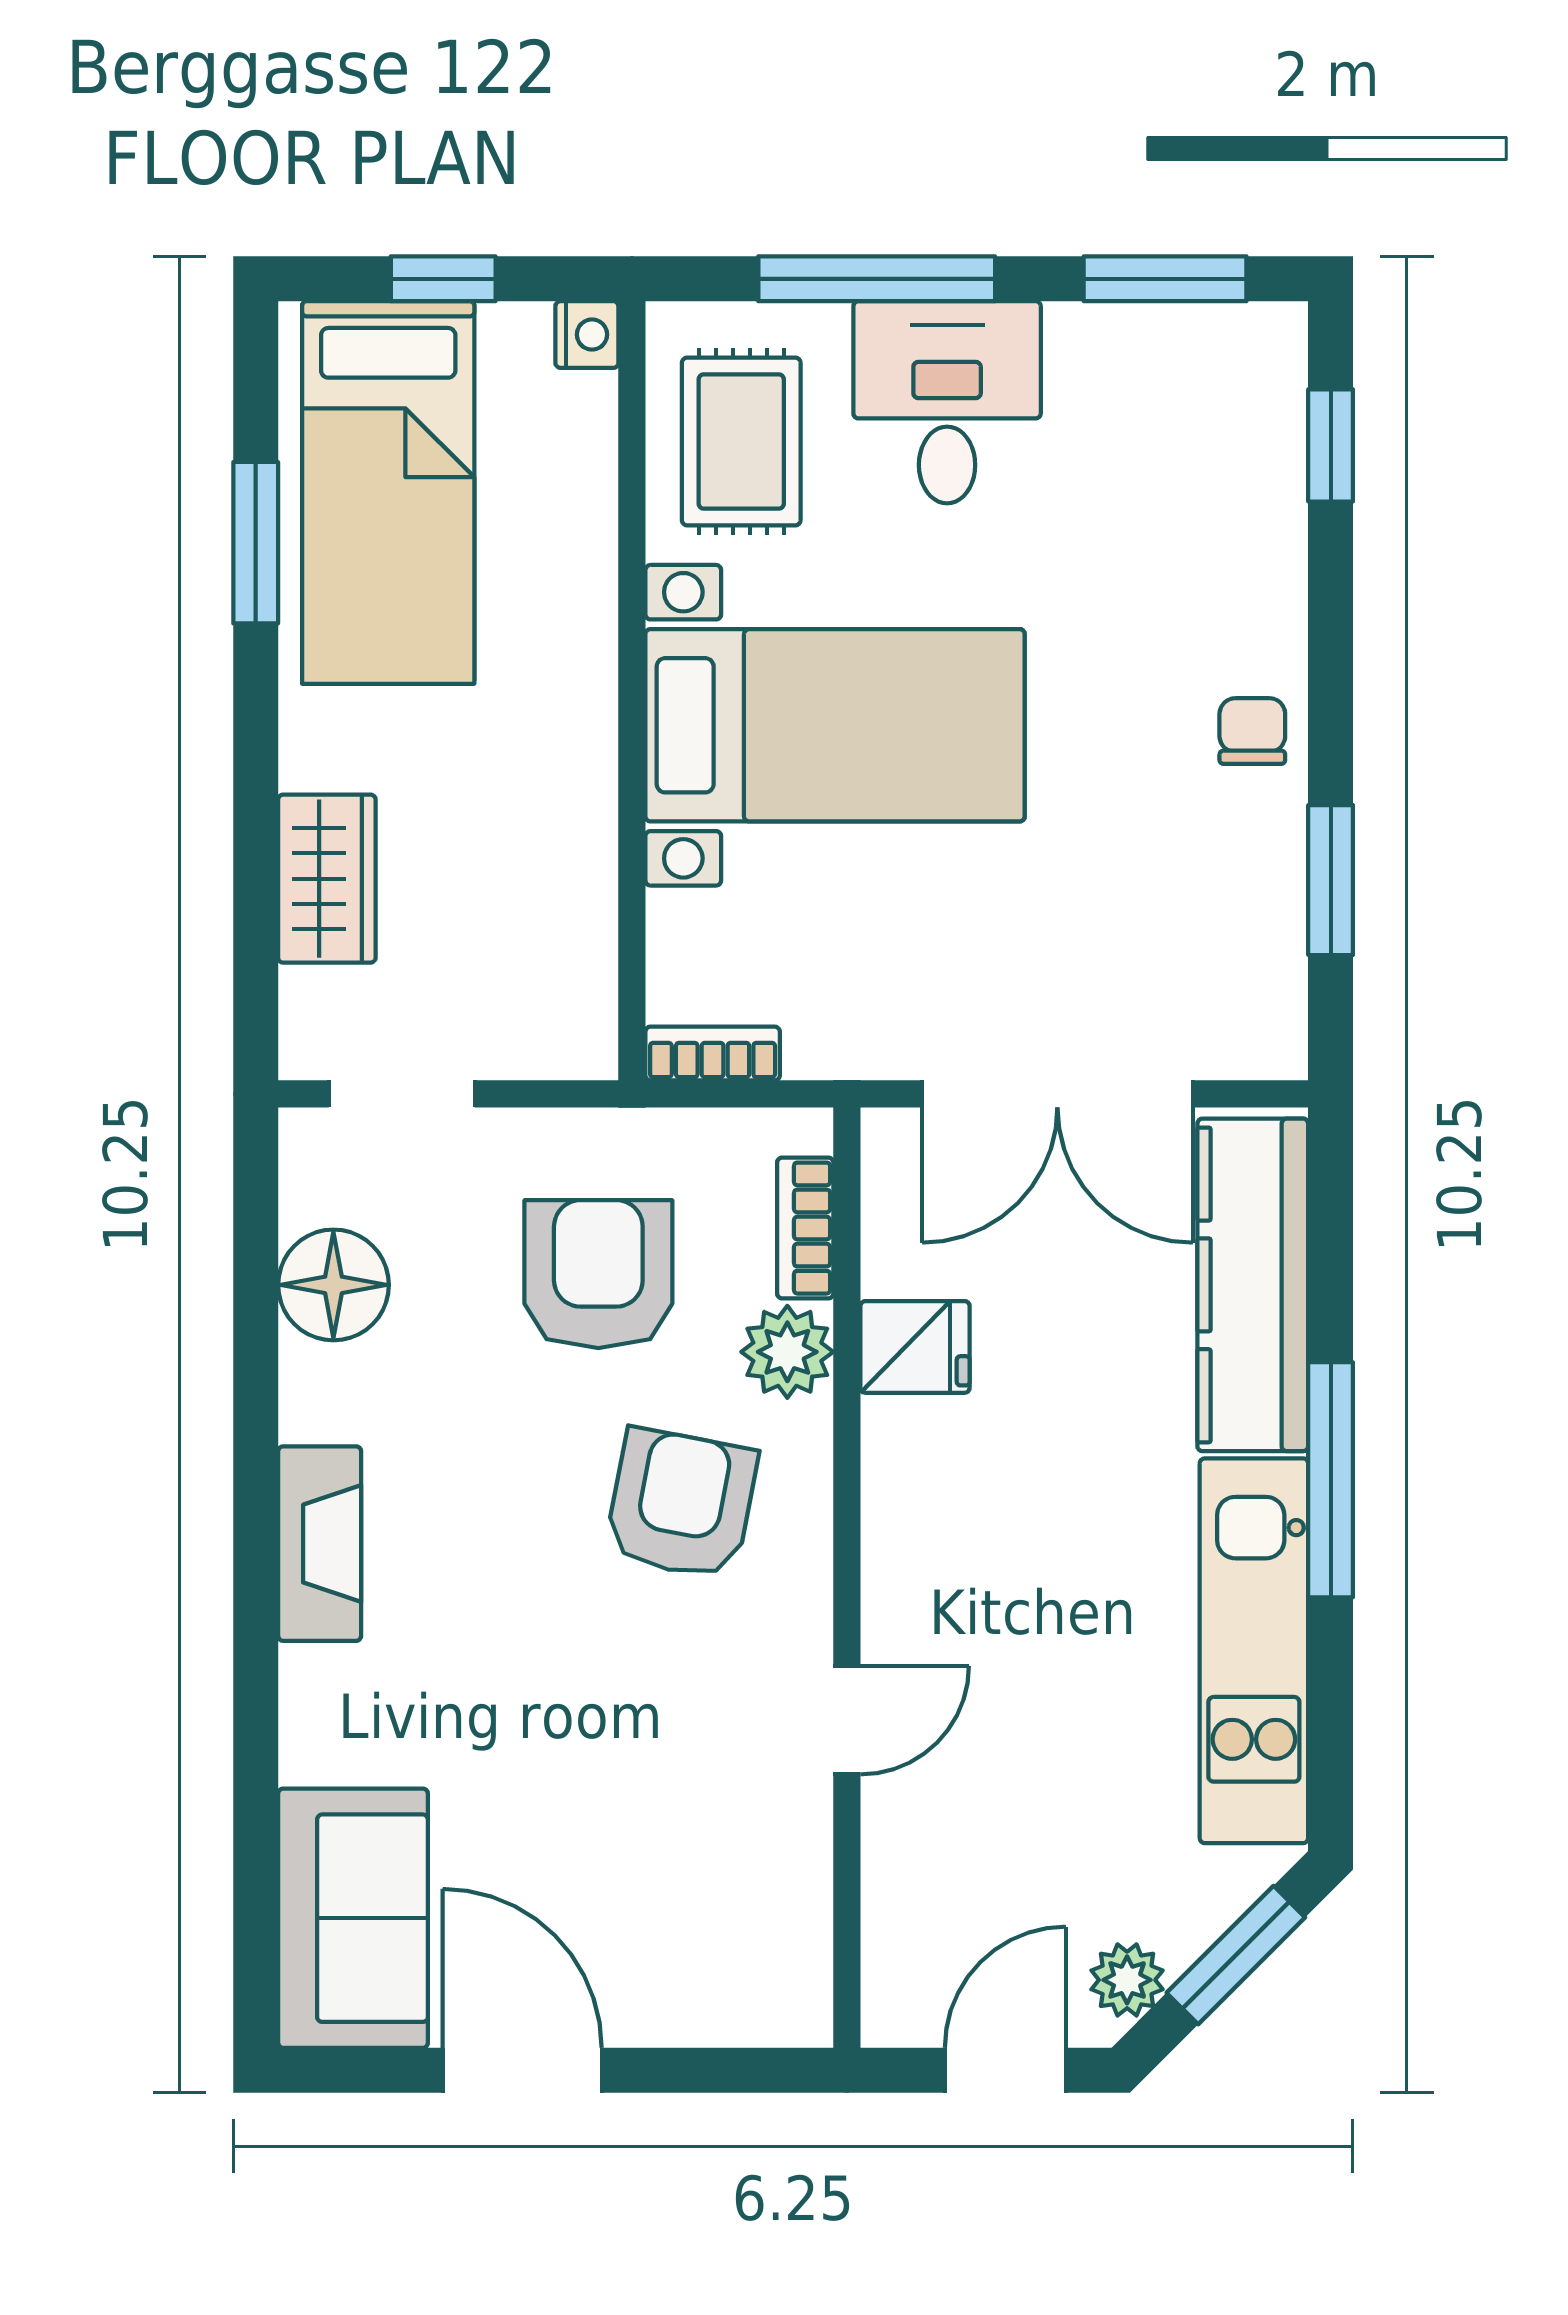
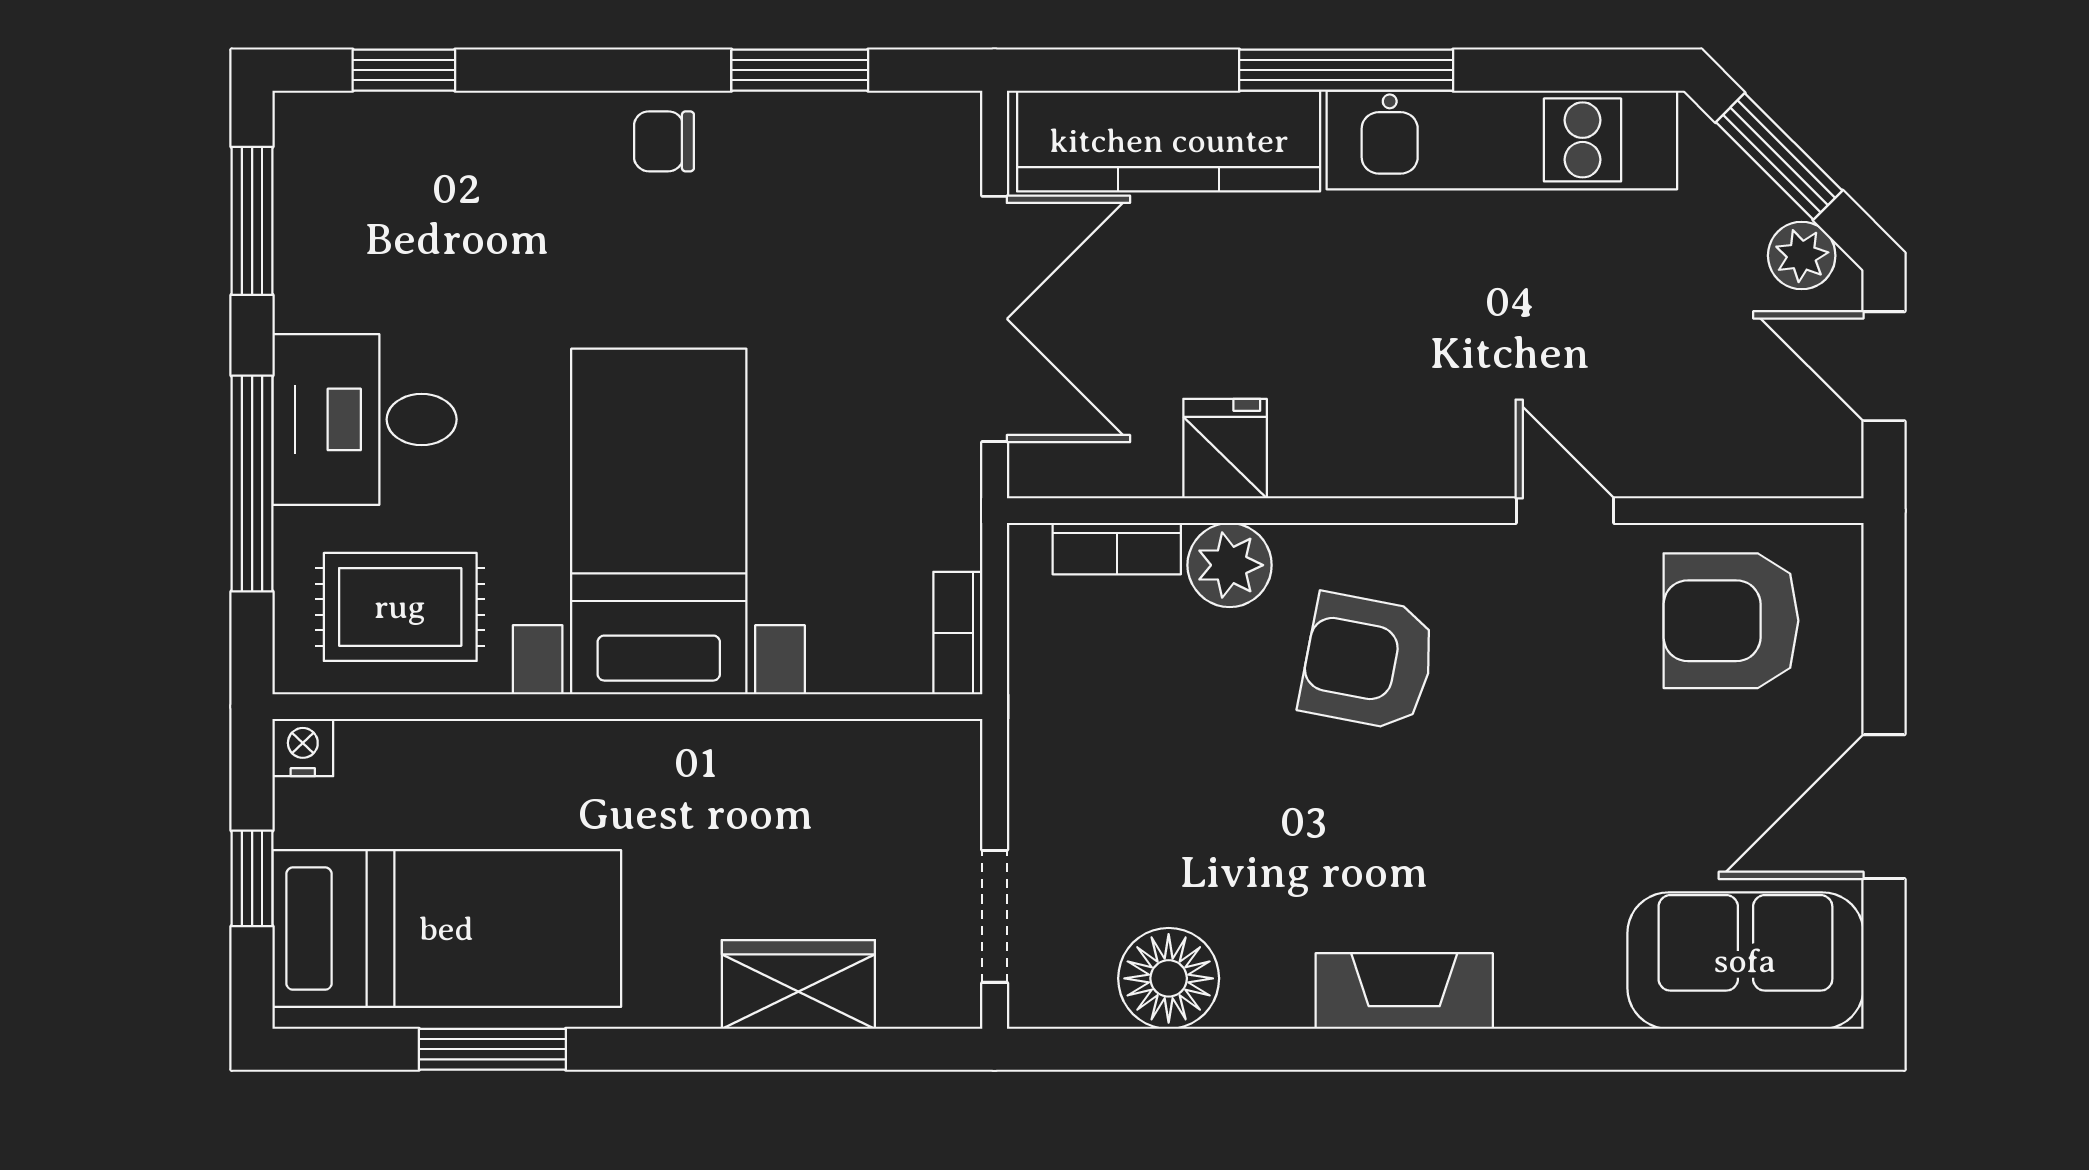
armchair: (598, 1274) -> (1731, 621), moved

